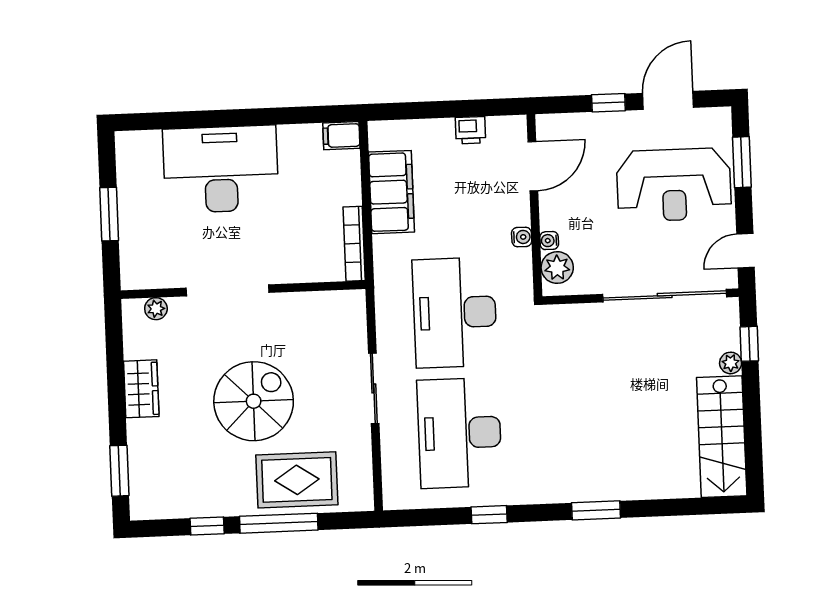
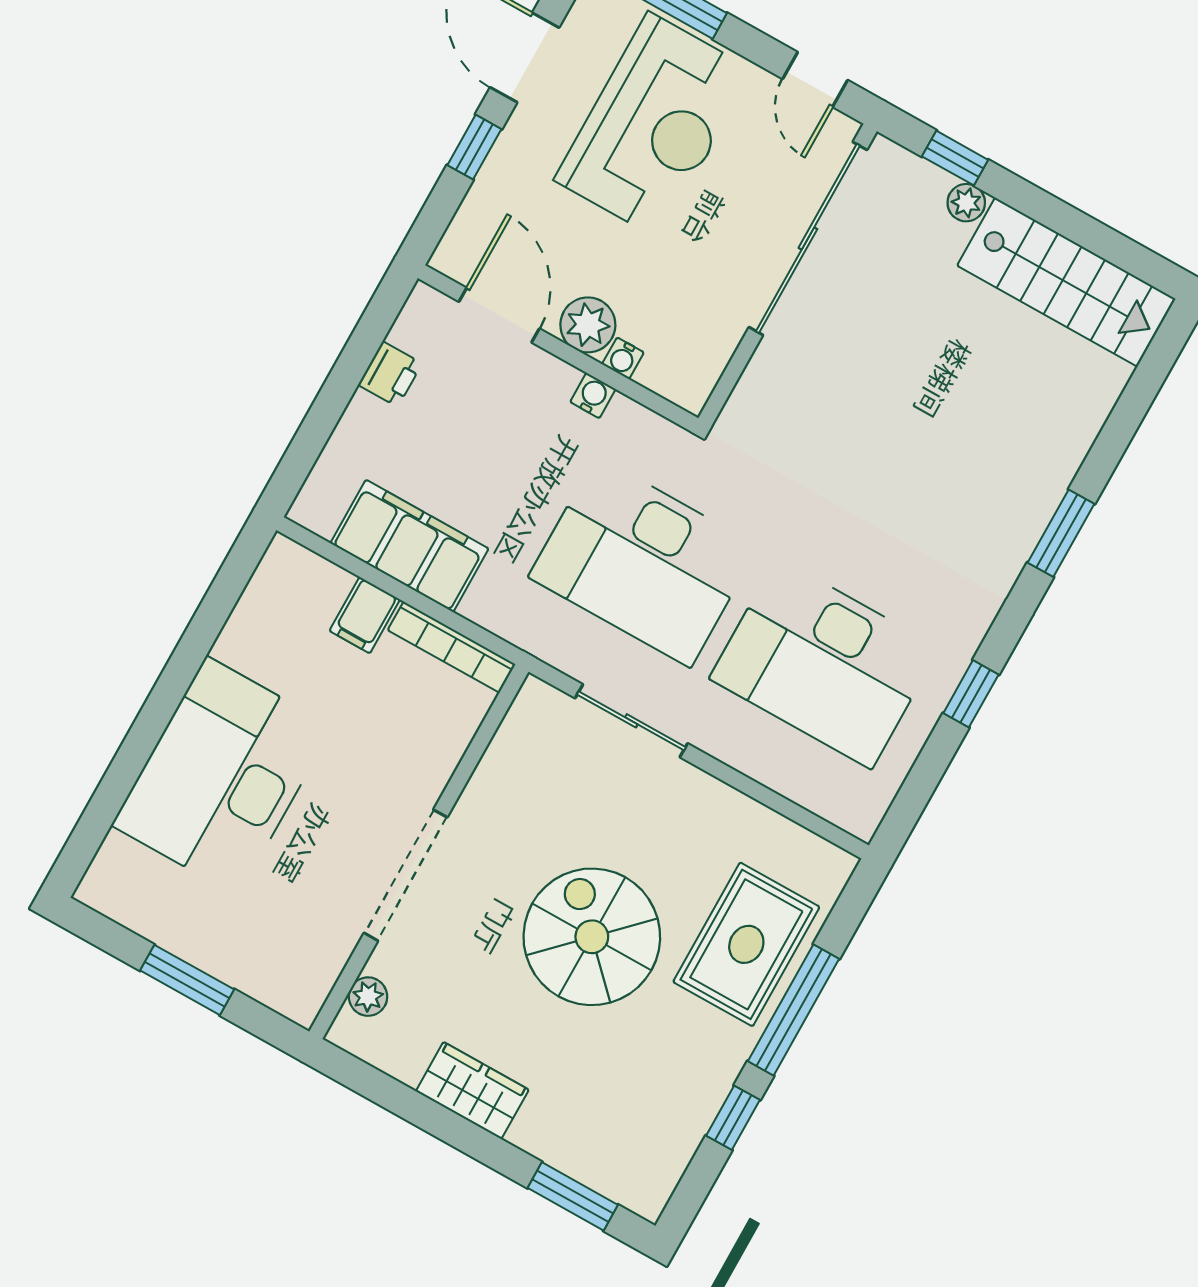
filing cabinet: (341, 136) -> (365, 615), moved
plant: (557, 268) -> (588, 325), moved
sliding door: (374, 388) -> (631, 721), moved

